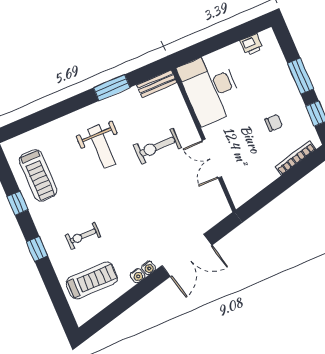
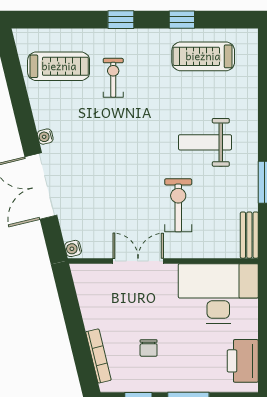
printer: (251, 45) -> (243, 361), width x1.87, depth x1.48
water cooler: (138, 276) -> (73, 248), moved
treadmill: (92, 280) -> (59, 66), turned -90

